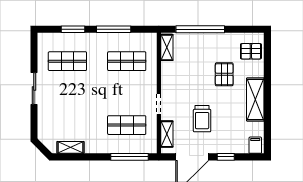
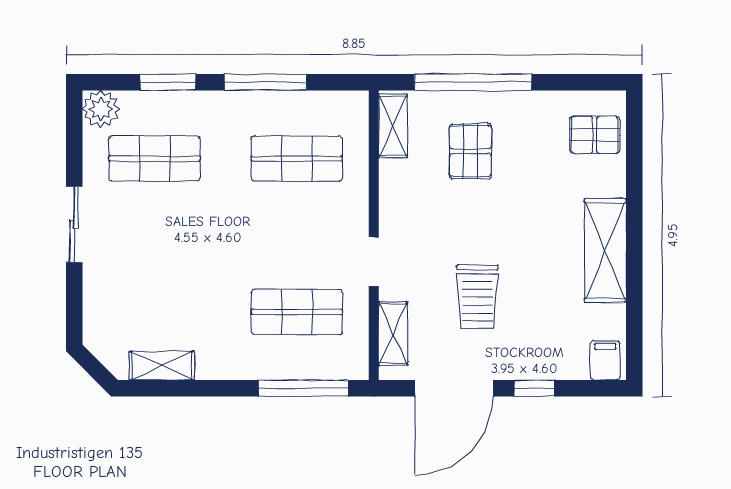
plant: (45, 40) -> (101, 109), added
pallet: (224, 74) -> (471, 151), moved

